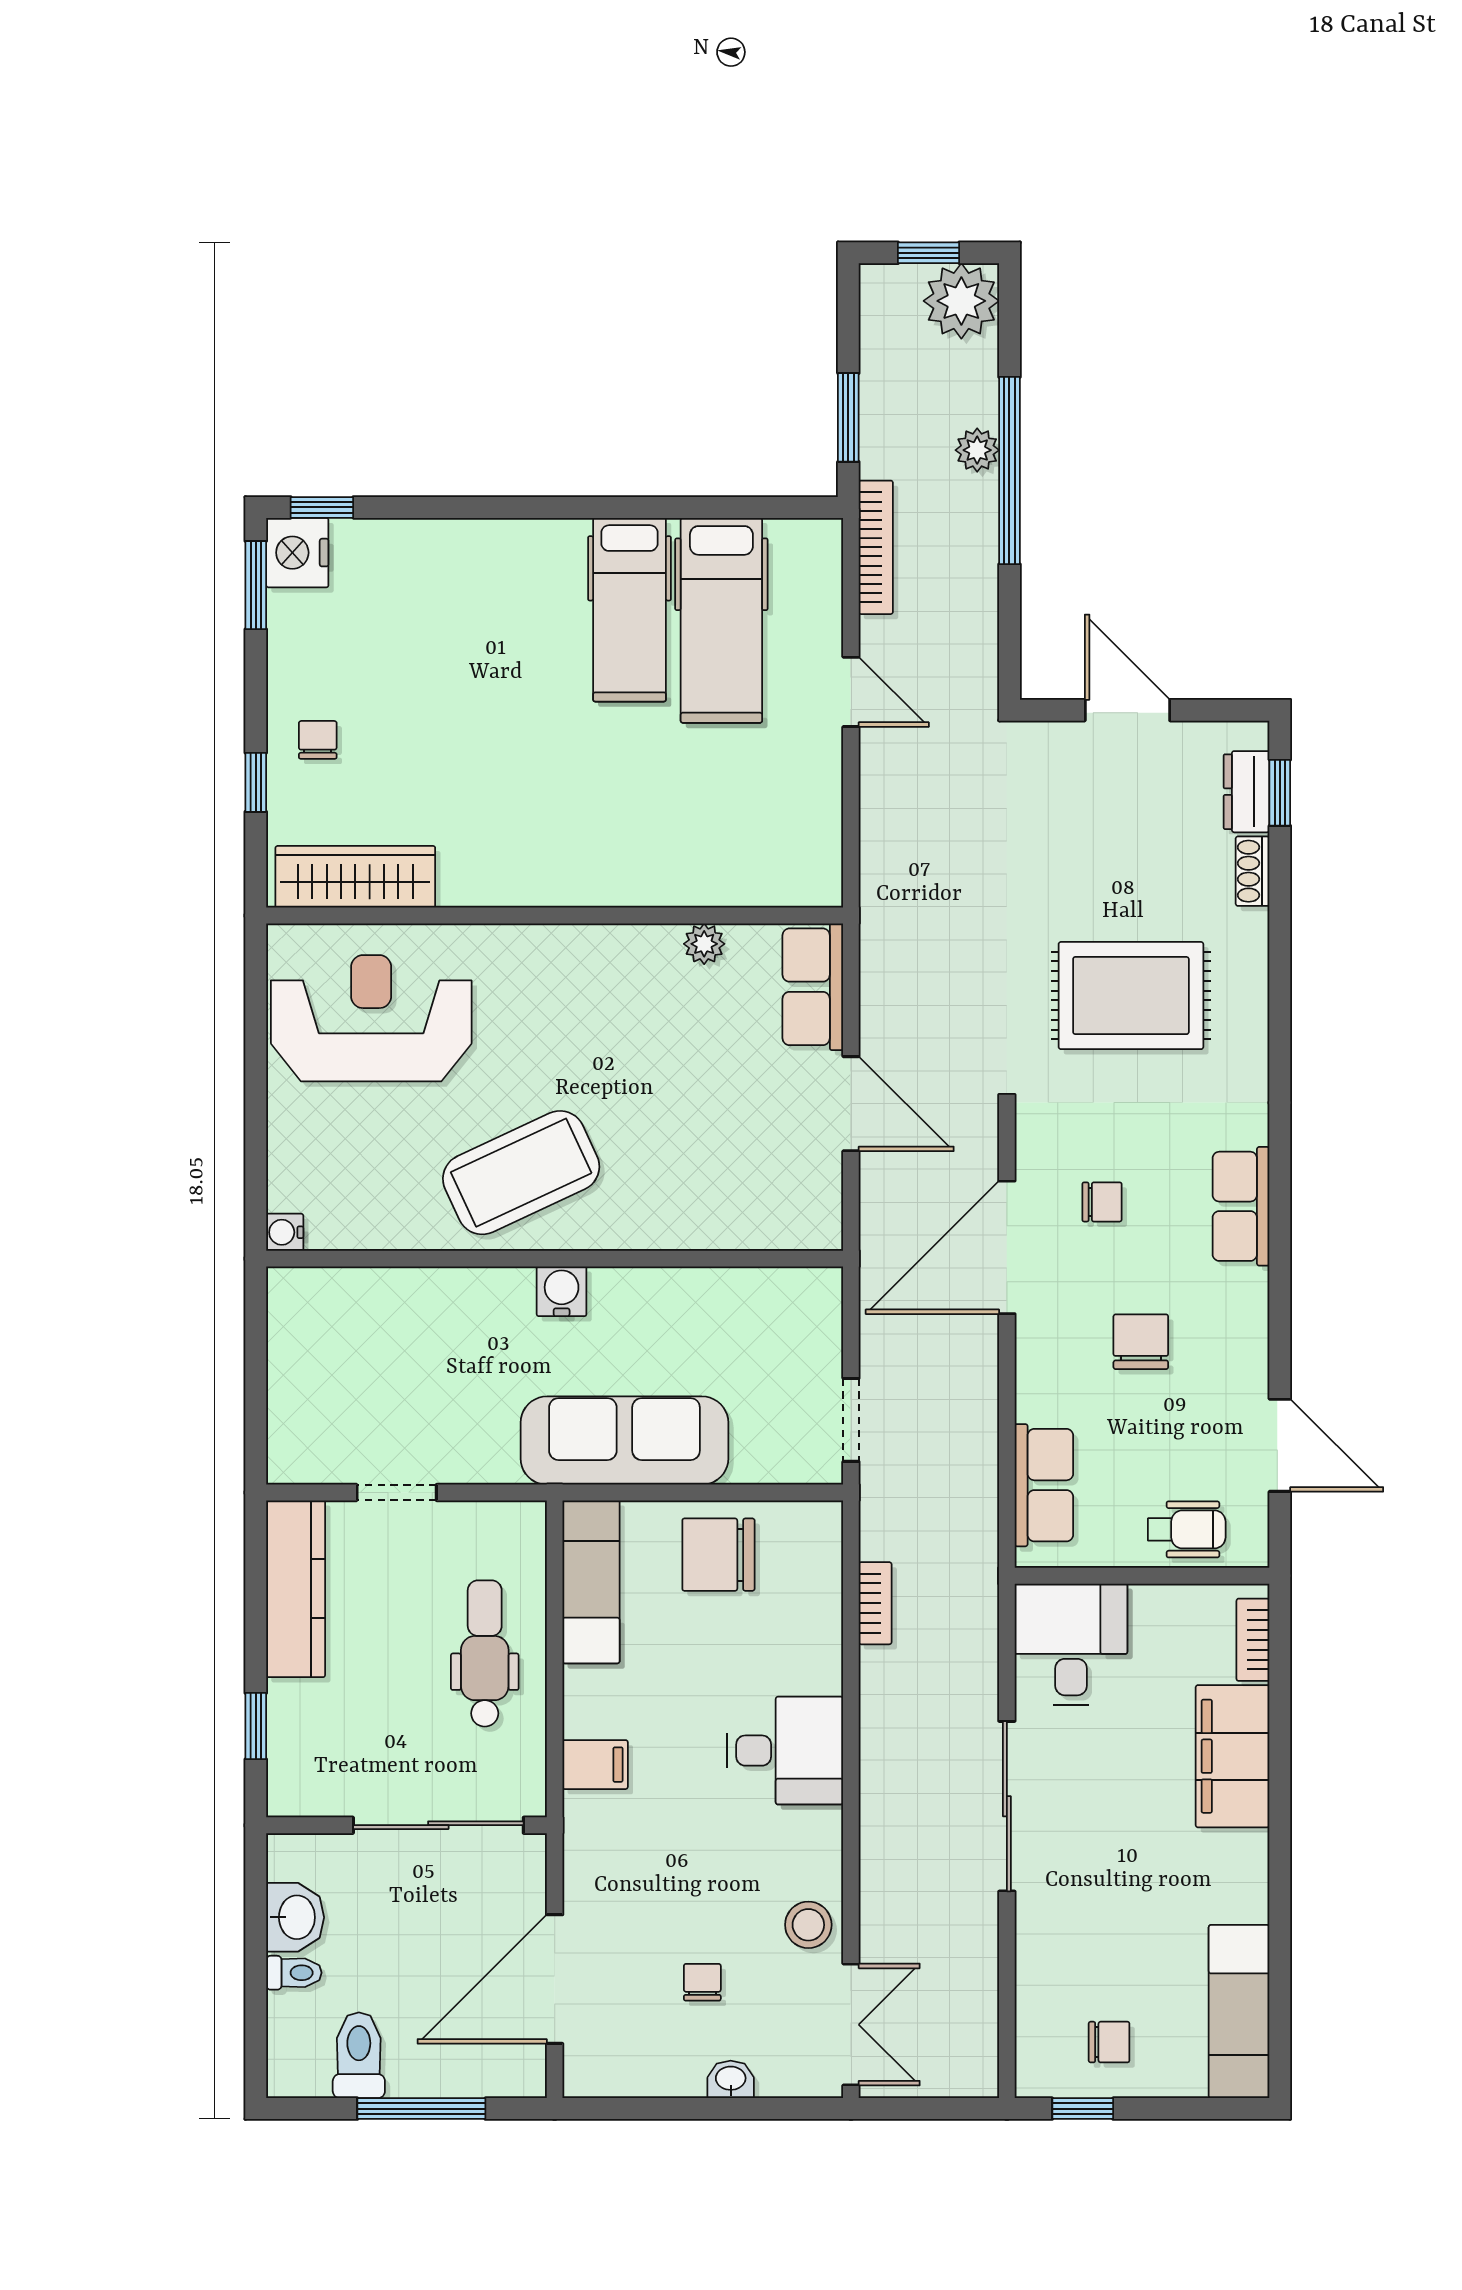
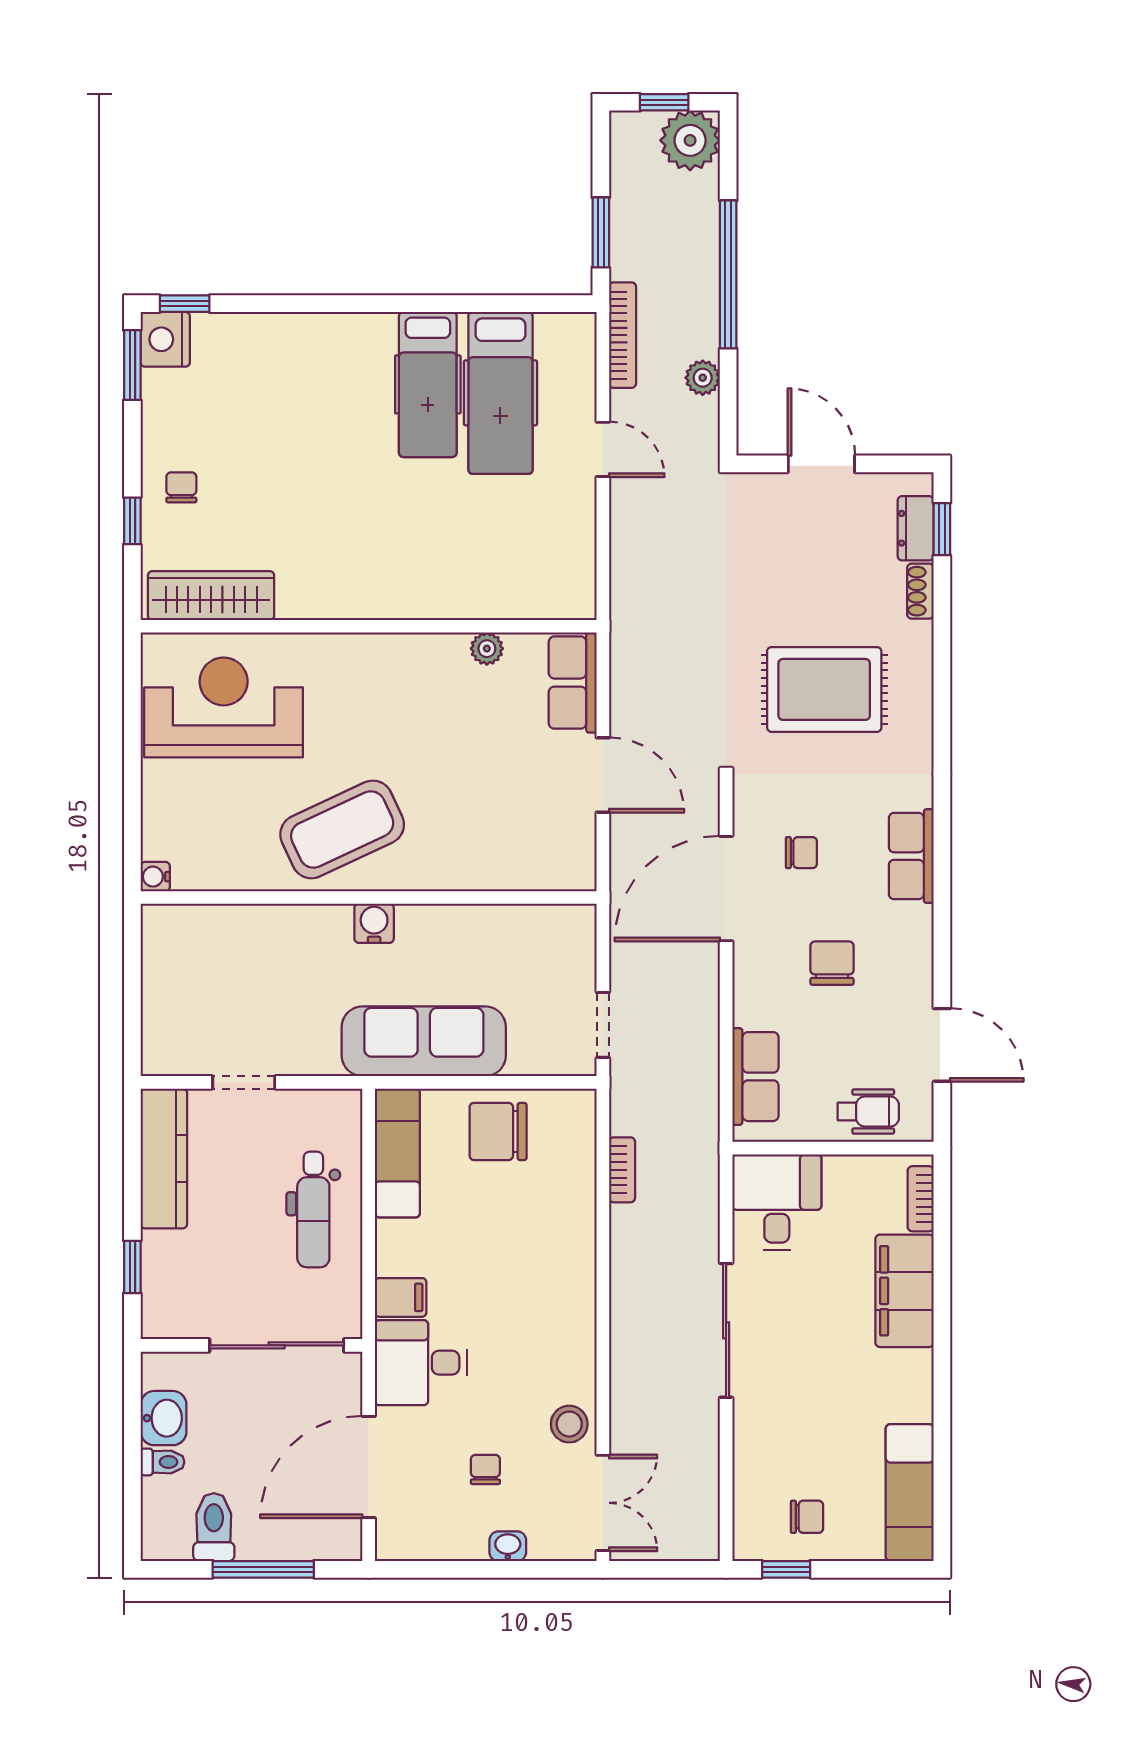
plant: (977, 450) -> (703, 378), moved
dental chair: (485, 1653) -> (313, 1210), turned 180
desk: (785, 1751) -> (421, 1363), moved, turned 180

